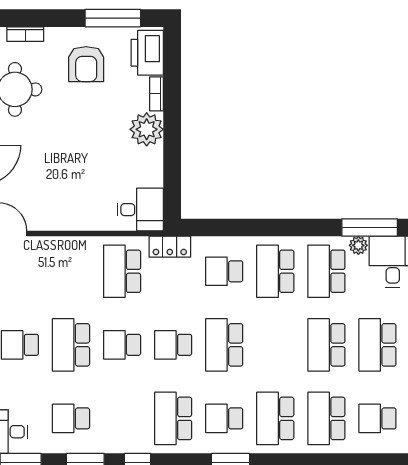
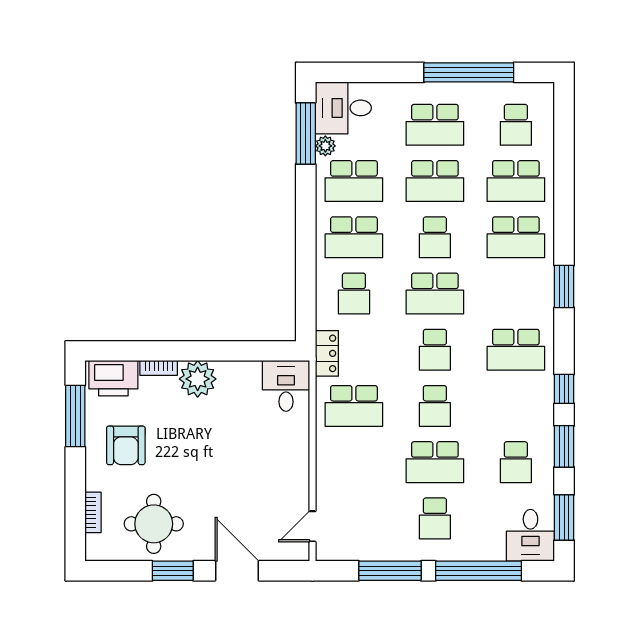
armchair: (86, 64) -> (126, 445), turned 90
school desk: (224, 418) -> (435, 237), moved

